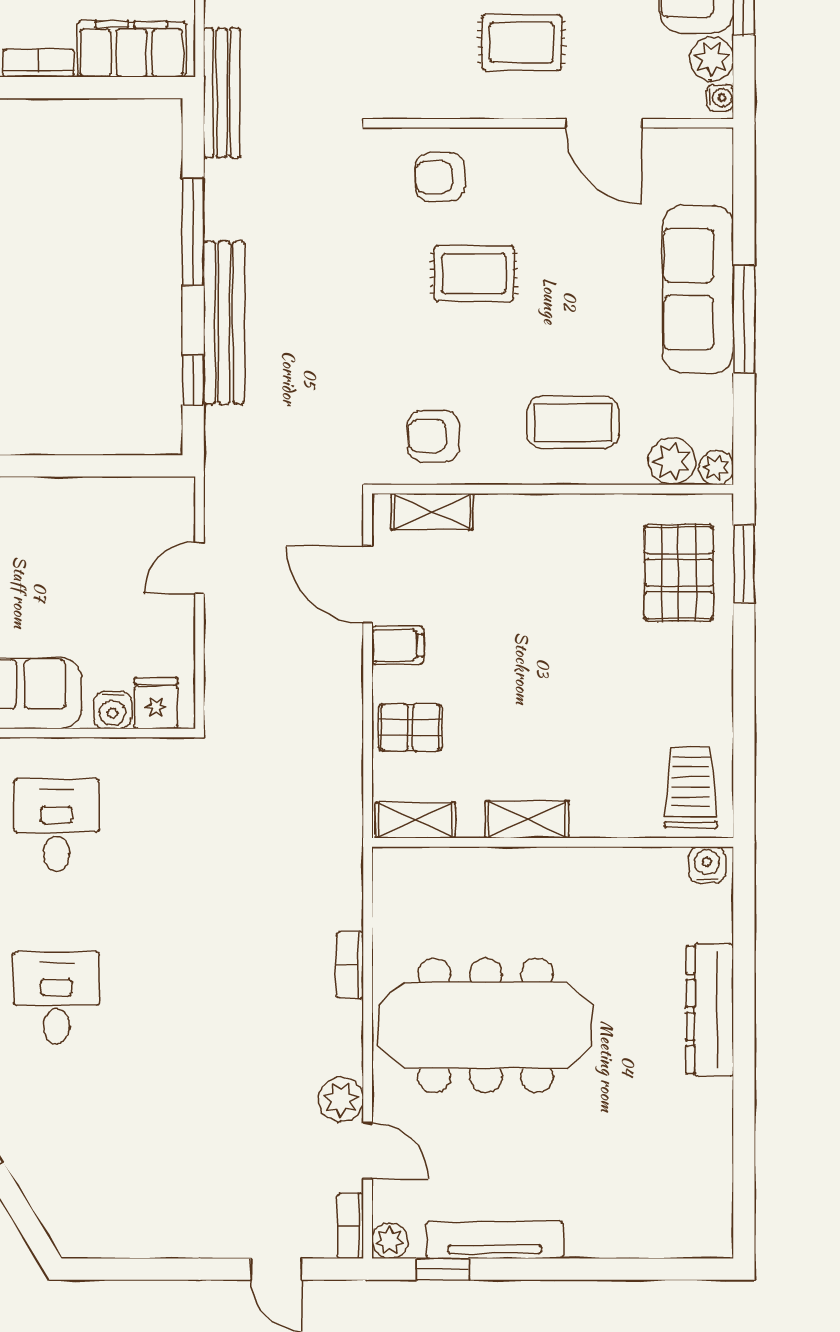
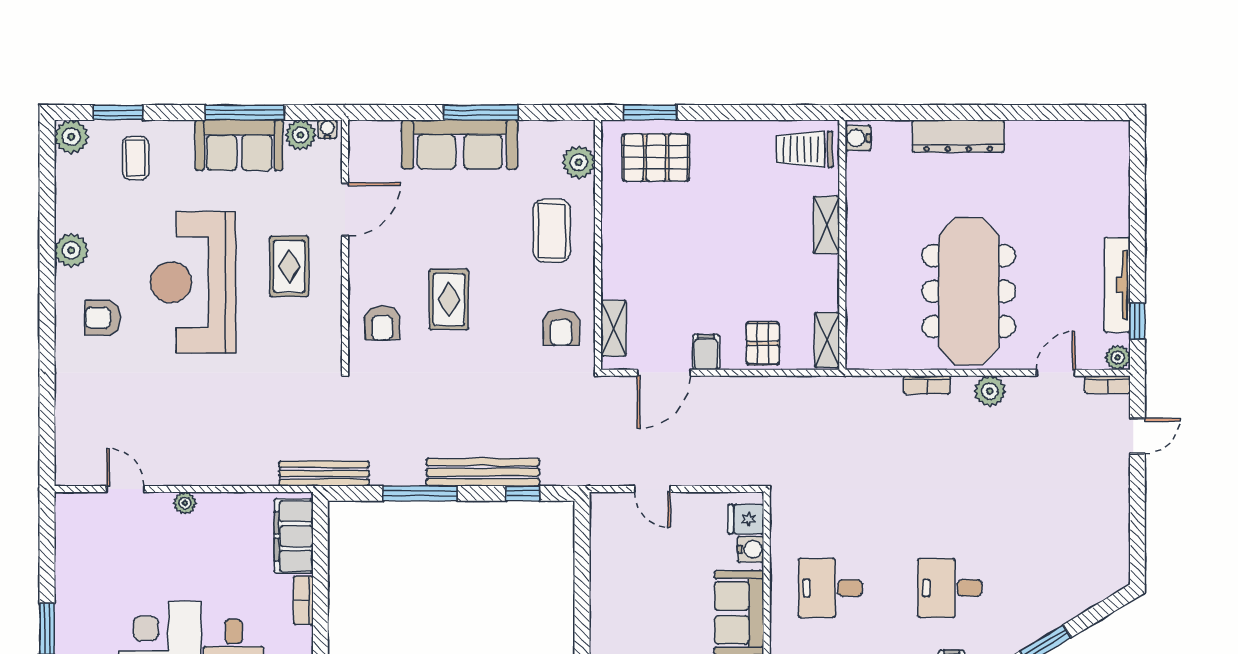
plant: (716, 468) -> (583, 132), removed
shelving: (527, 819) -> (826, 225), moved
plant: (341, 1099) -> (990, 391), moved

